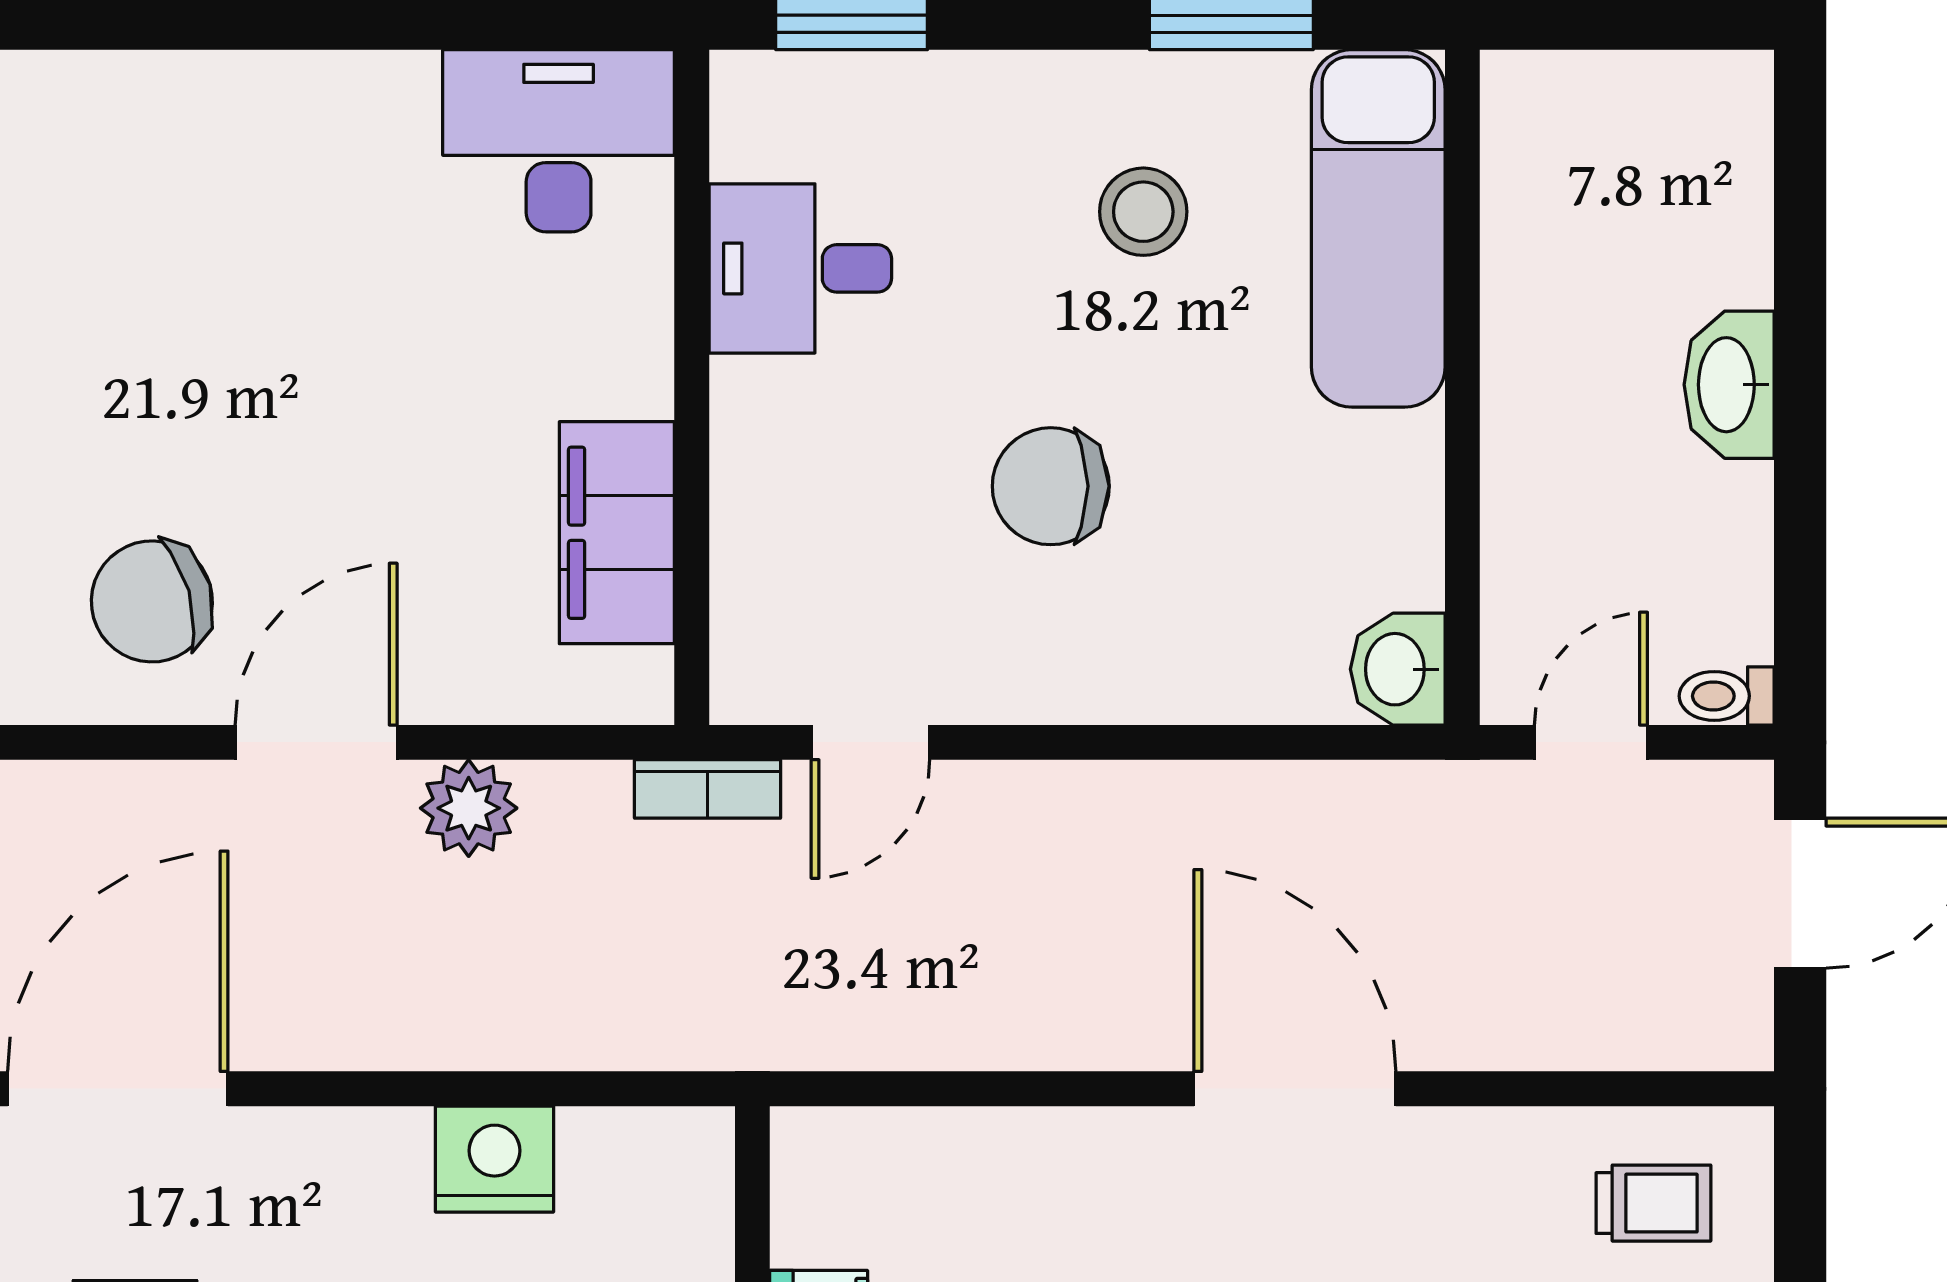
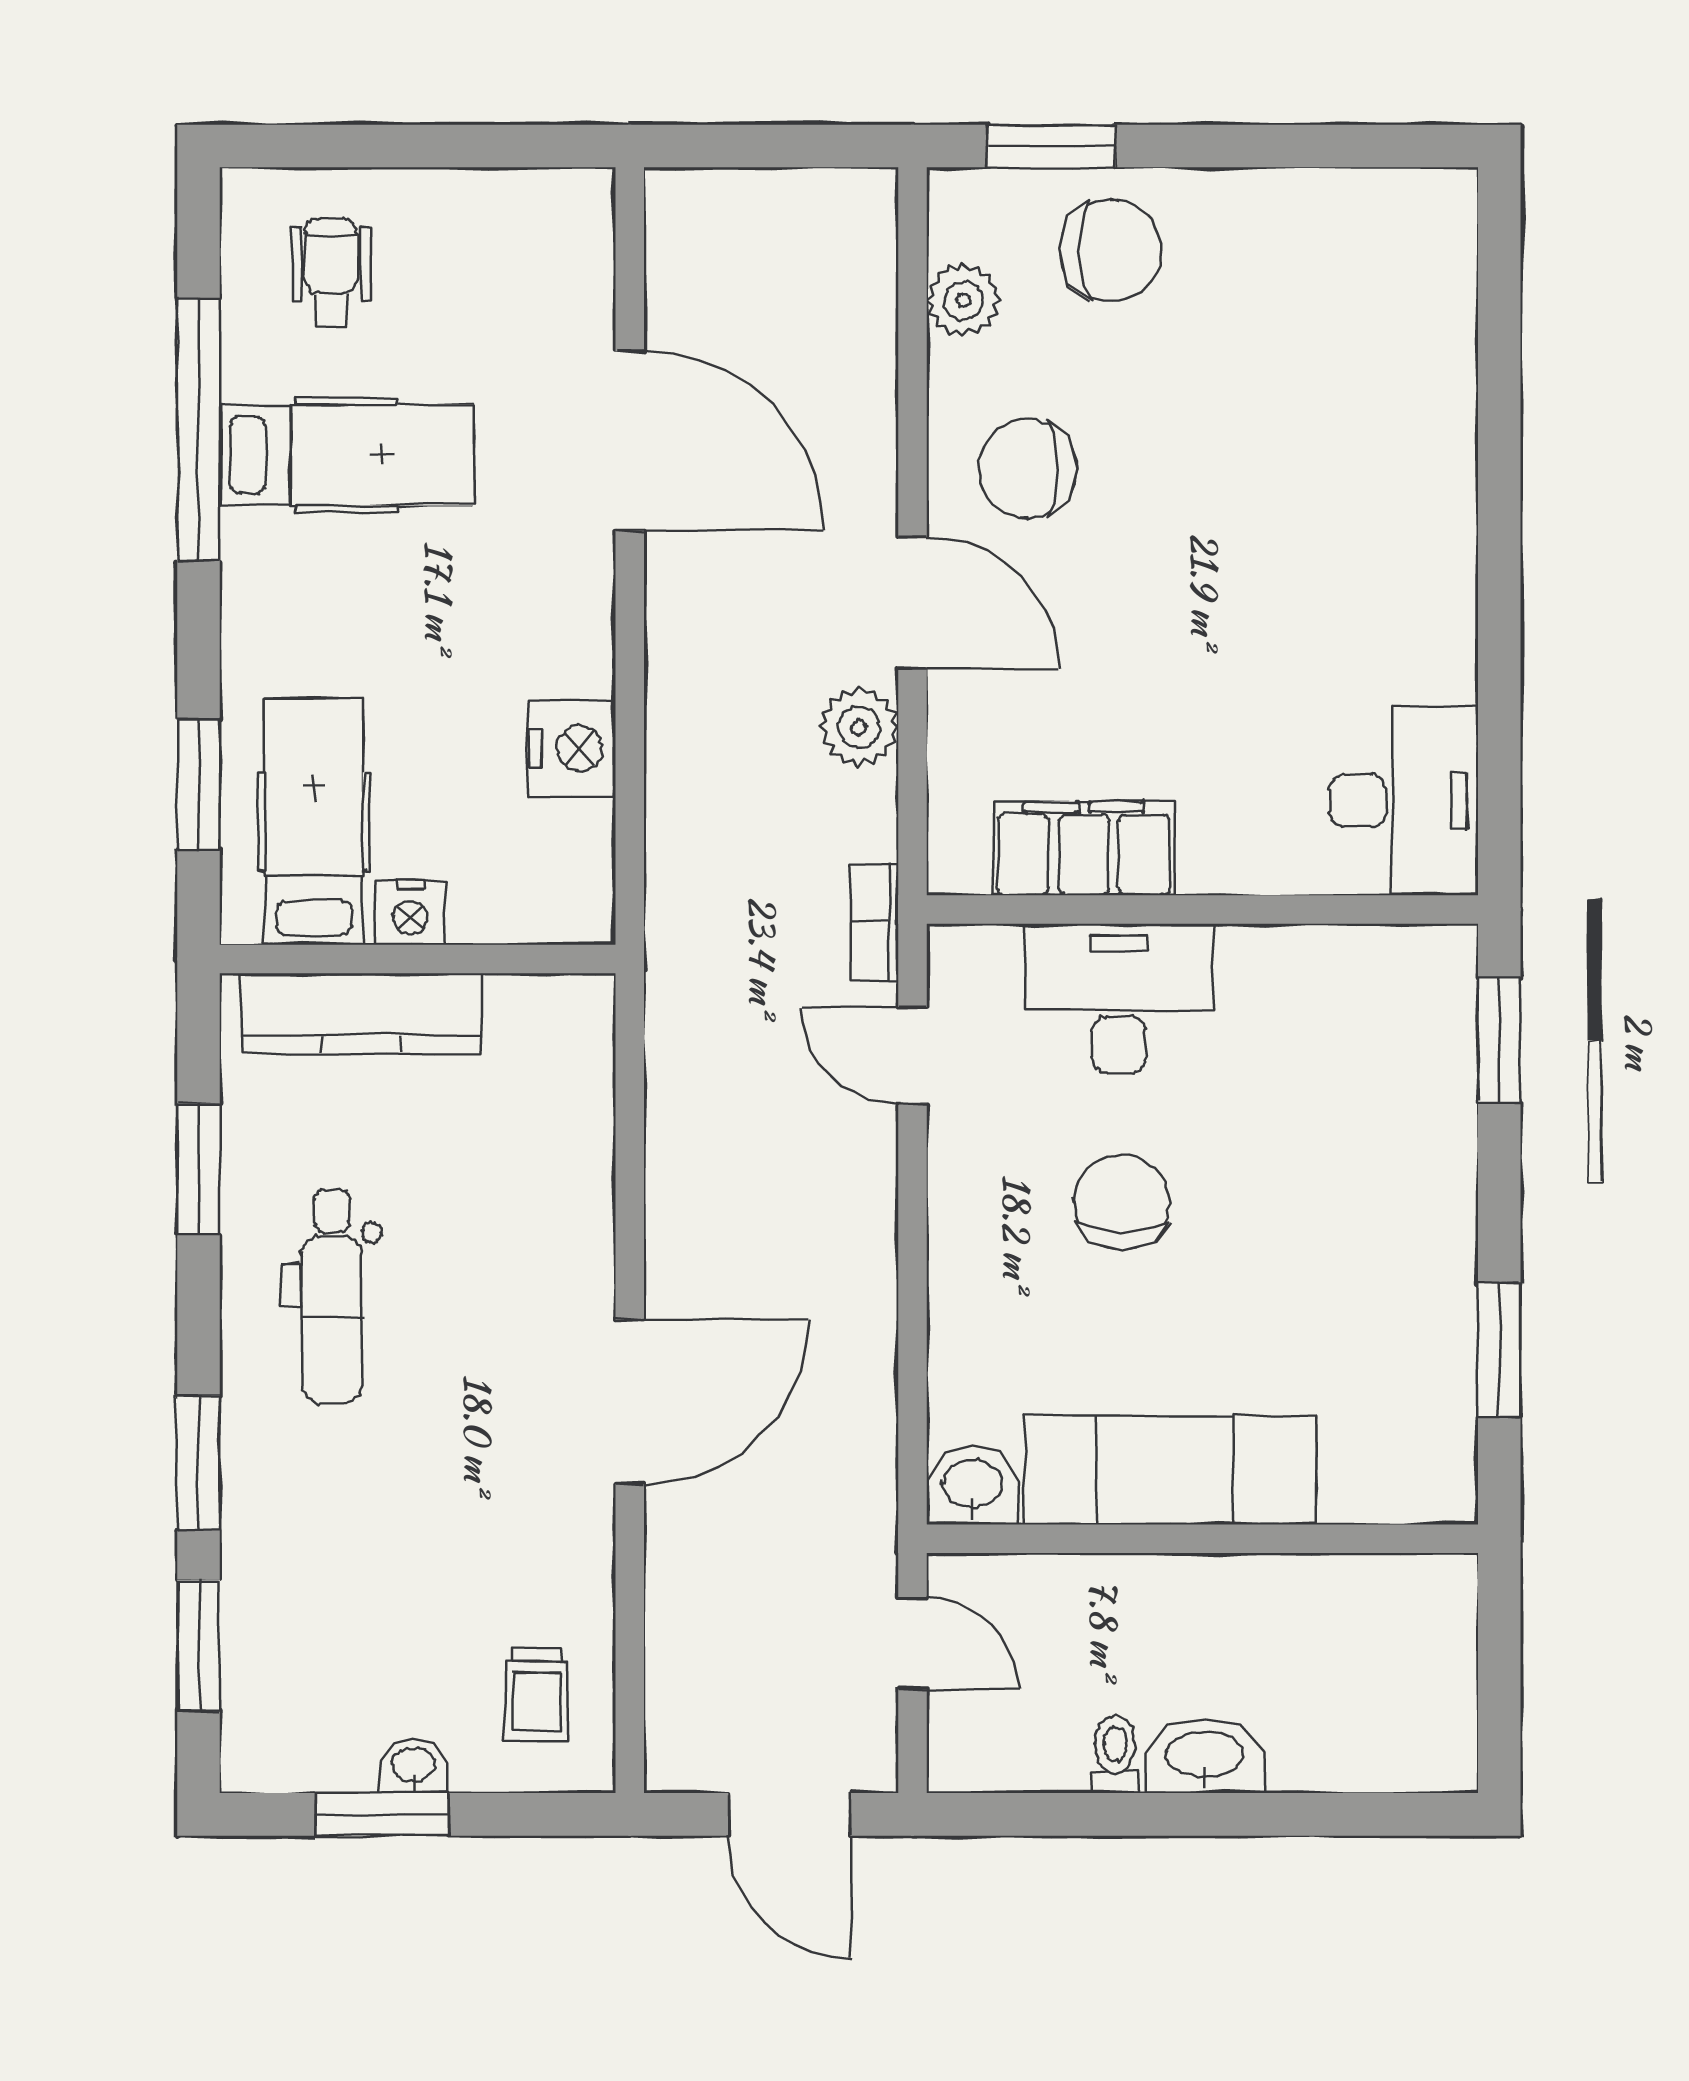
stool: (1143, 212) -> (1346, 1278), removed
exam couch: (1378, 228) -> (1169, 1470), moved
desk: (800, 268) -> (1119, 998), moved, width x1.37
chair: (152, 601) -> (1028, 469), turned -74
toilet: (1727, 696) -> (1115, 1754), moved

